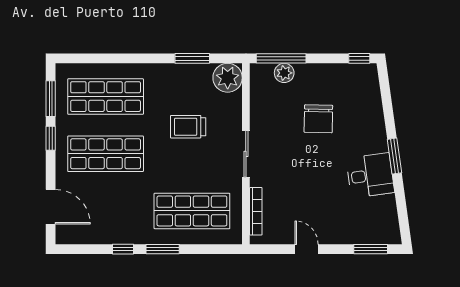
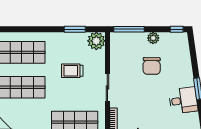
plant: (284, 73) -> (153, 38), moved

